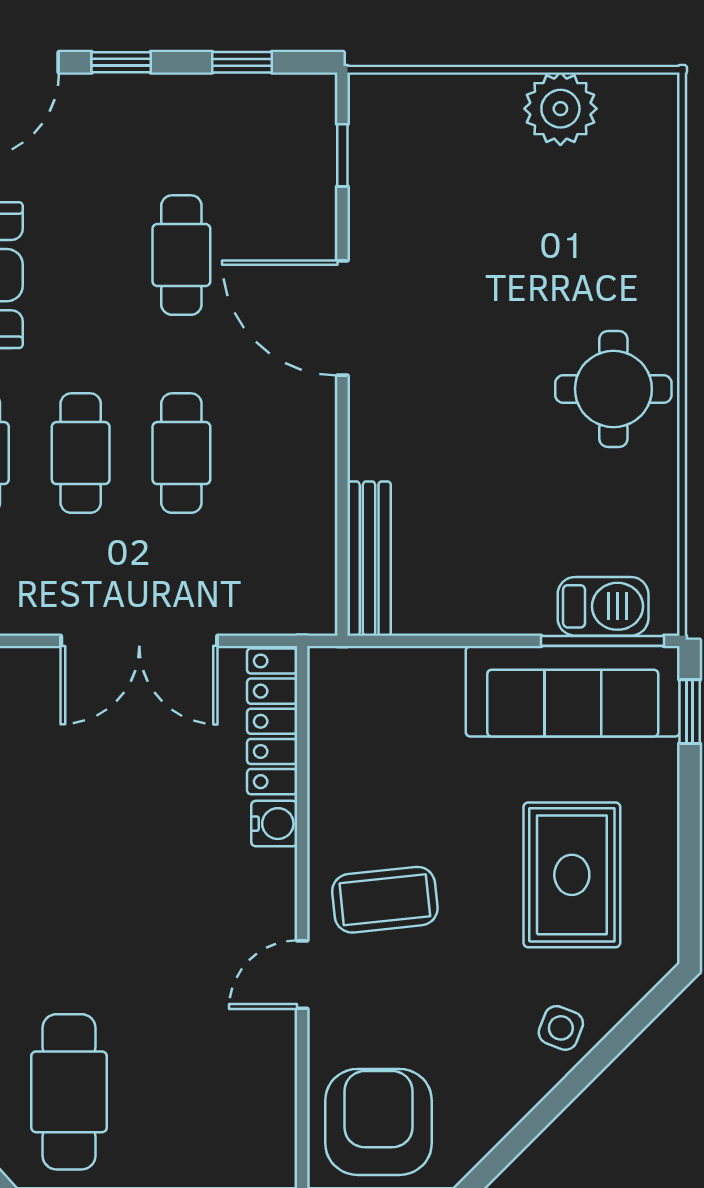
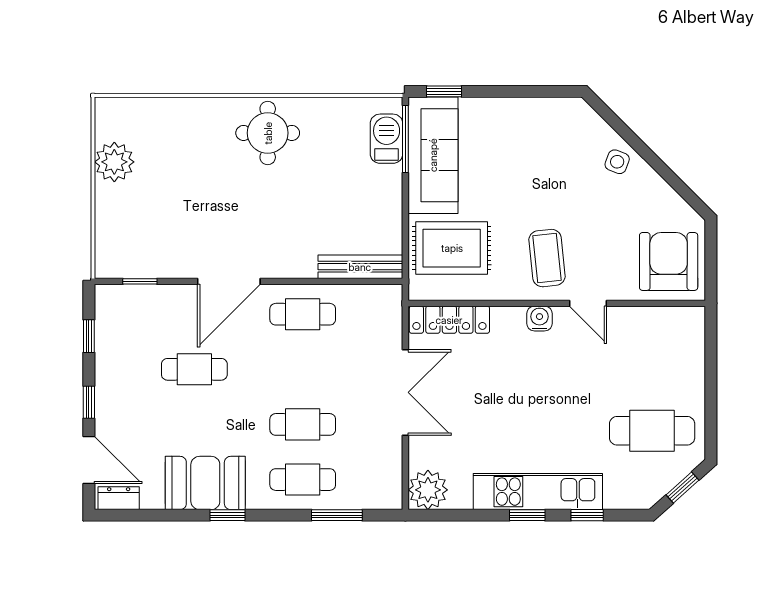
cafe table: (181, 453) -> (303, 314), moved
water cooler: (274, 824) -> (539, 319), moved
rug: (572, 875) -> (452, 248), moved
armchair: (379, 1122) -> (669, 261), turned 90

